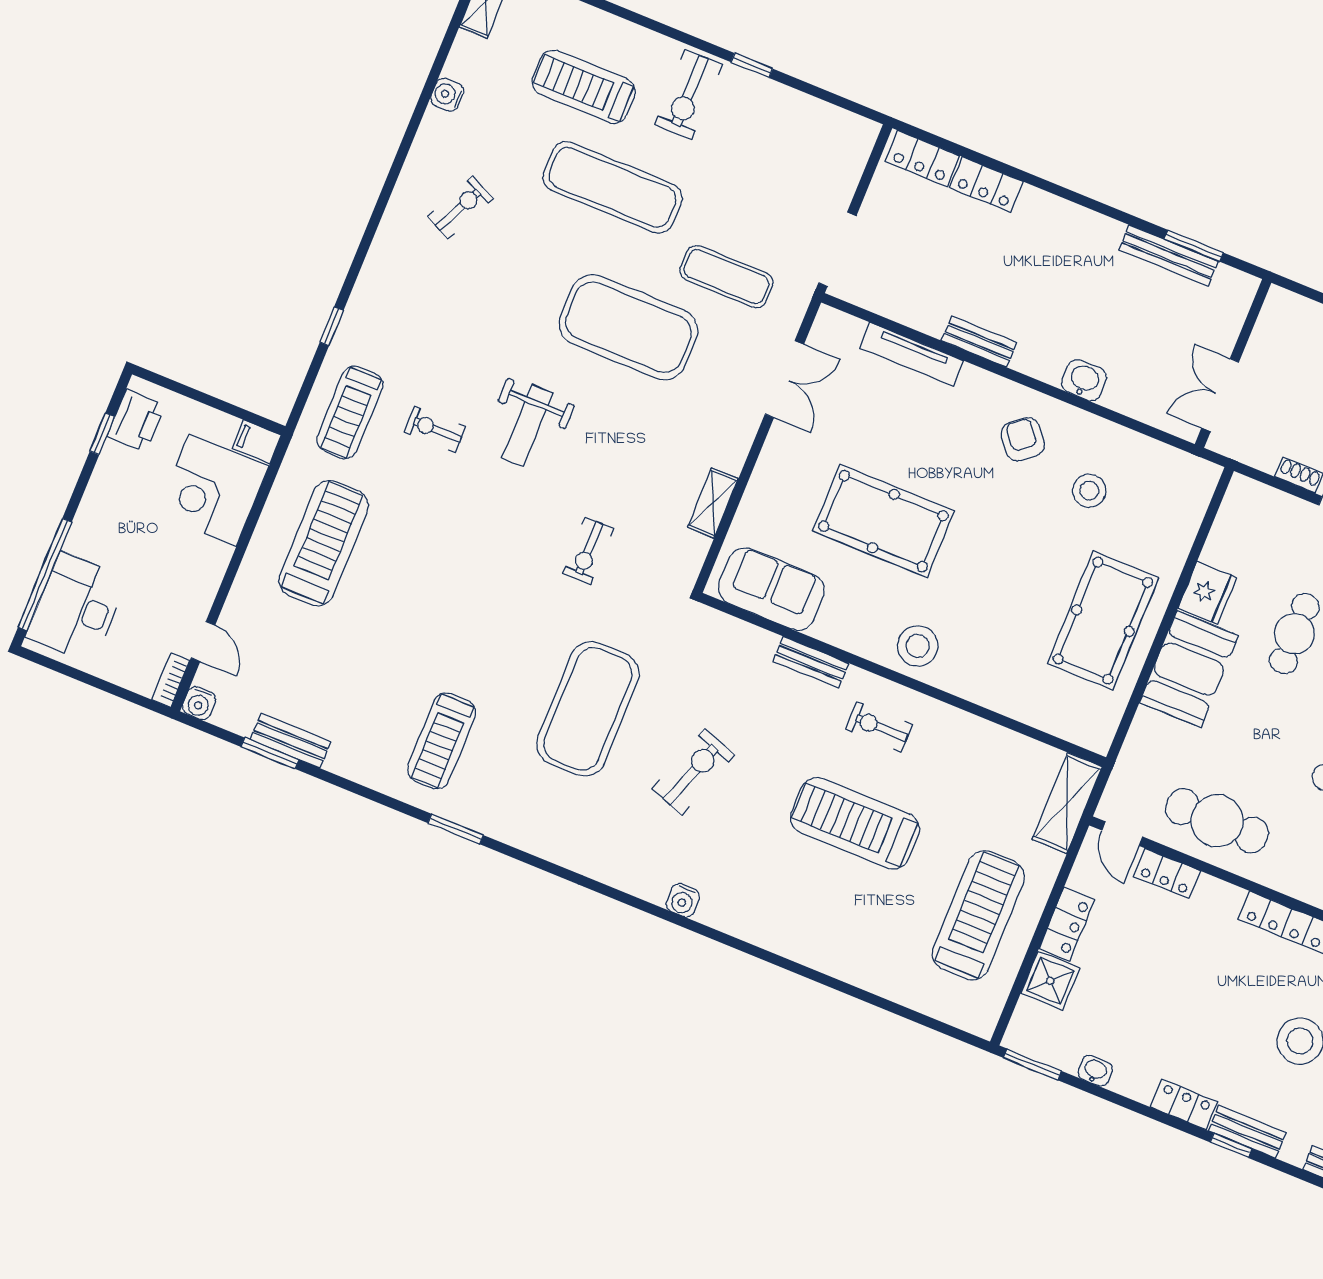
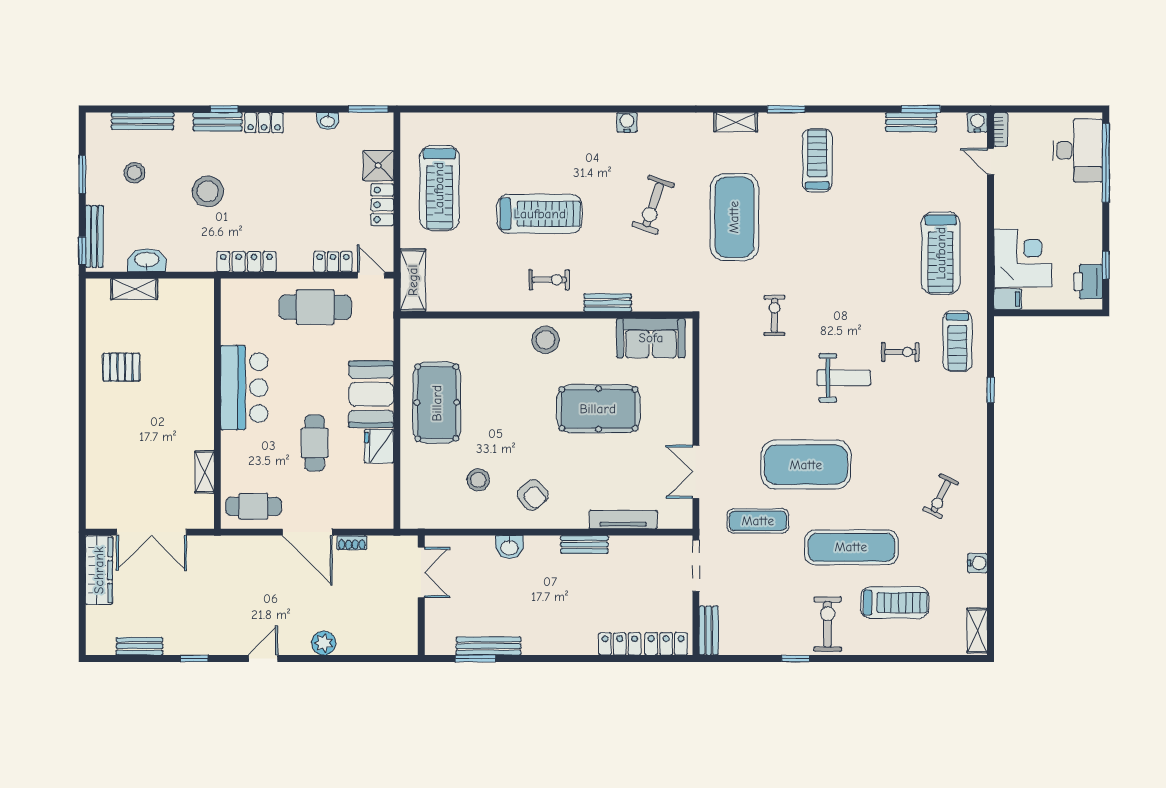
bench: (856, 153) -> (709, 630), added
treadmill: (350, 412) -> (957, 341), turned 180
weight bench: (527, 426) -> (844, 378), turned 90
shelving: (713, 503) -> (736, 122), moved, turned 90

